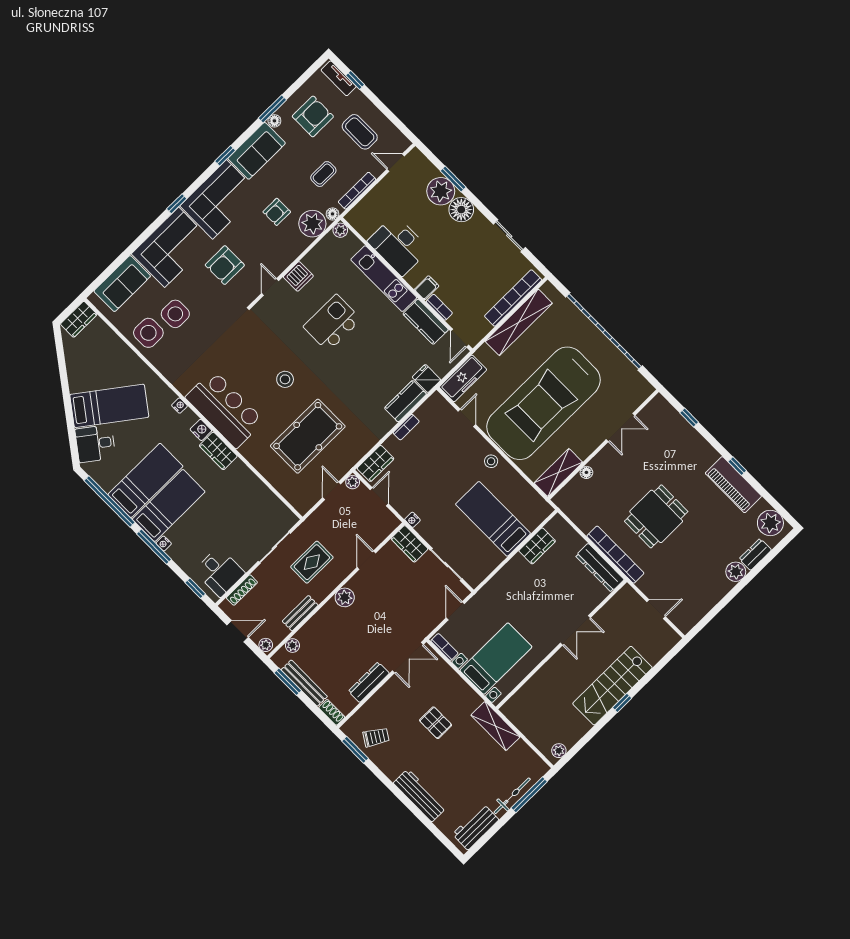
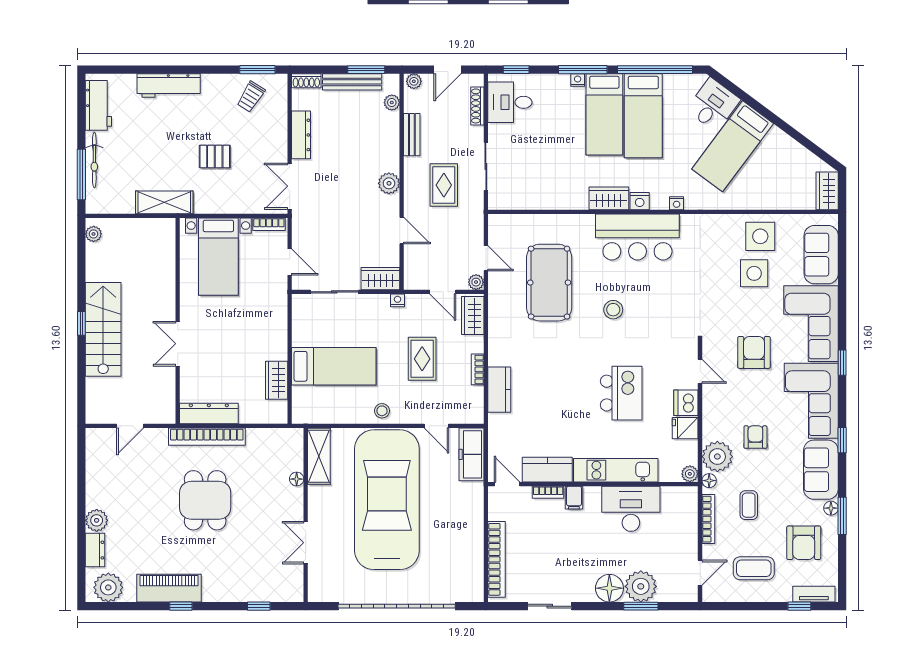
shelving: (519, 322) -> (472, 545), removed
fridge: (427, 379) -> (685, 428), moved, turned 180
rug: (434, 468) -> (422, 359), added

